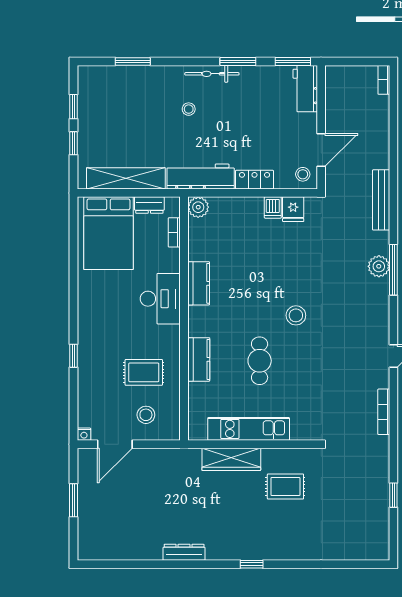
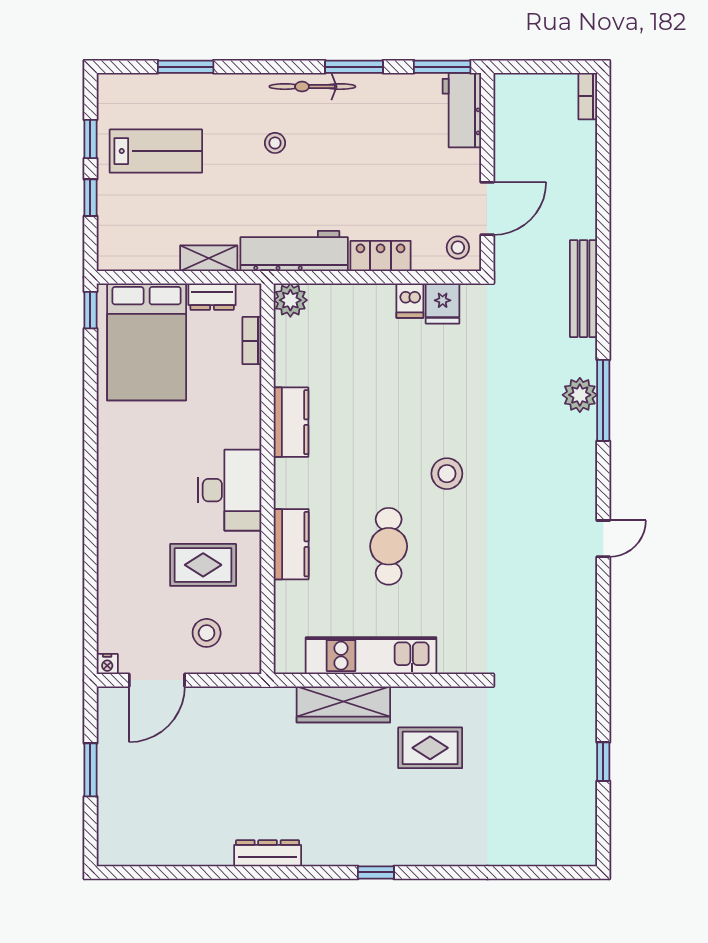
lab bench: (114, 114) -> (156, 151), added
shelving: (126, 178) -> (209, 258), width x0.45, depth x0.75
desk: (160, 299) -> (230, 490), moved
window: (74, 356) -> (90, 310), moved
bookcase: (384, 412) -> (588, 628), removed

